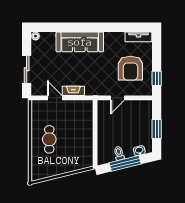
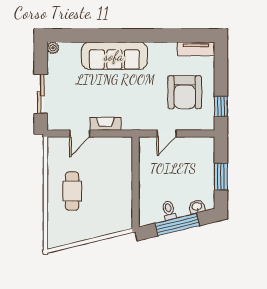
door: (55, 98) -> (80, 133), swing flipped

